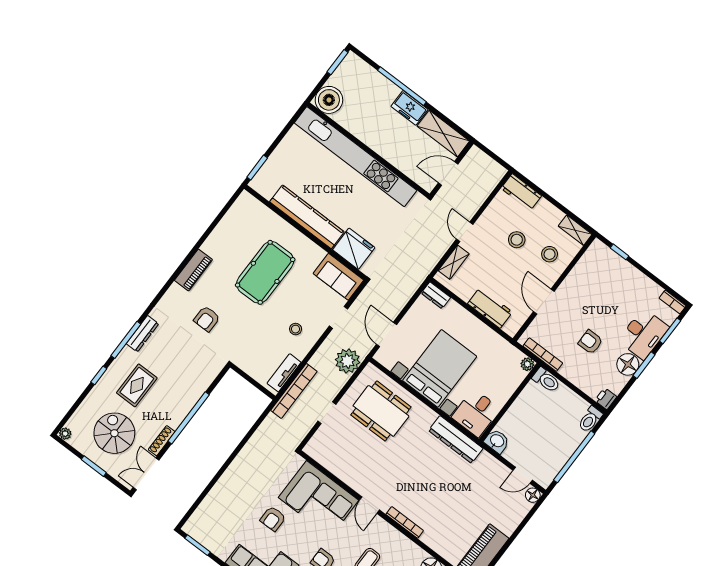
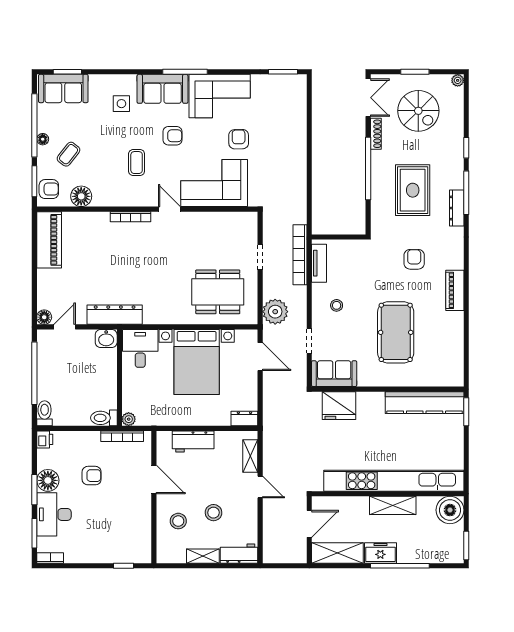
shelving: (371, 138) -> (393, 505), added
kitchen counter: (307, 217) -> (425, 403), moved
shelving: (575, 230) -> (203, 556), moved
rug: (137, 385) -> (413, 190), moved, width x1.36, depth x1.43
dresser: (456, 440) -> (115, 315), moved

